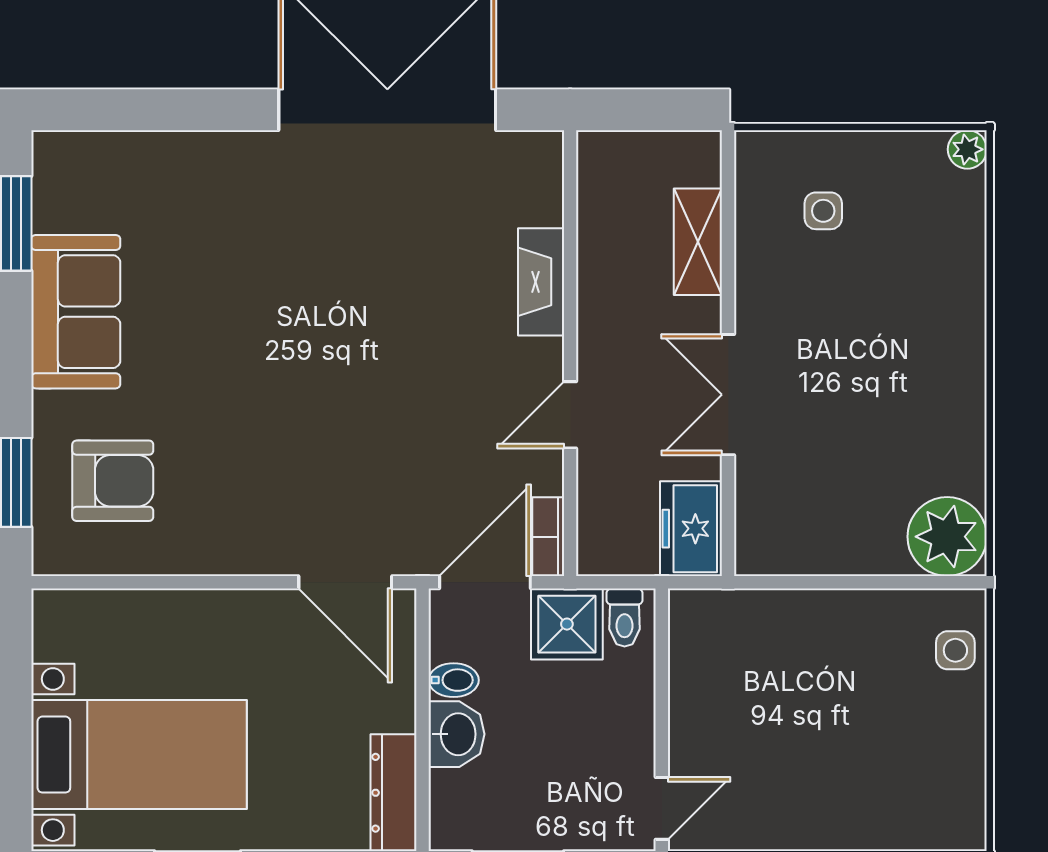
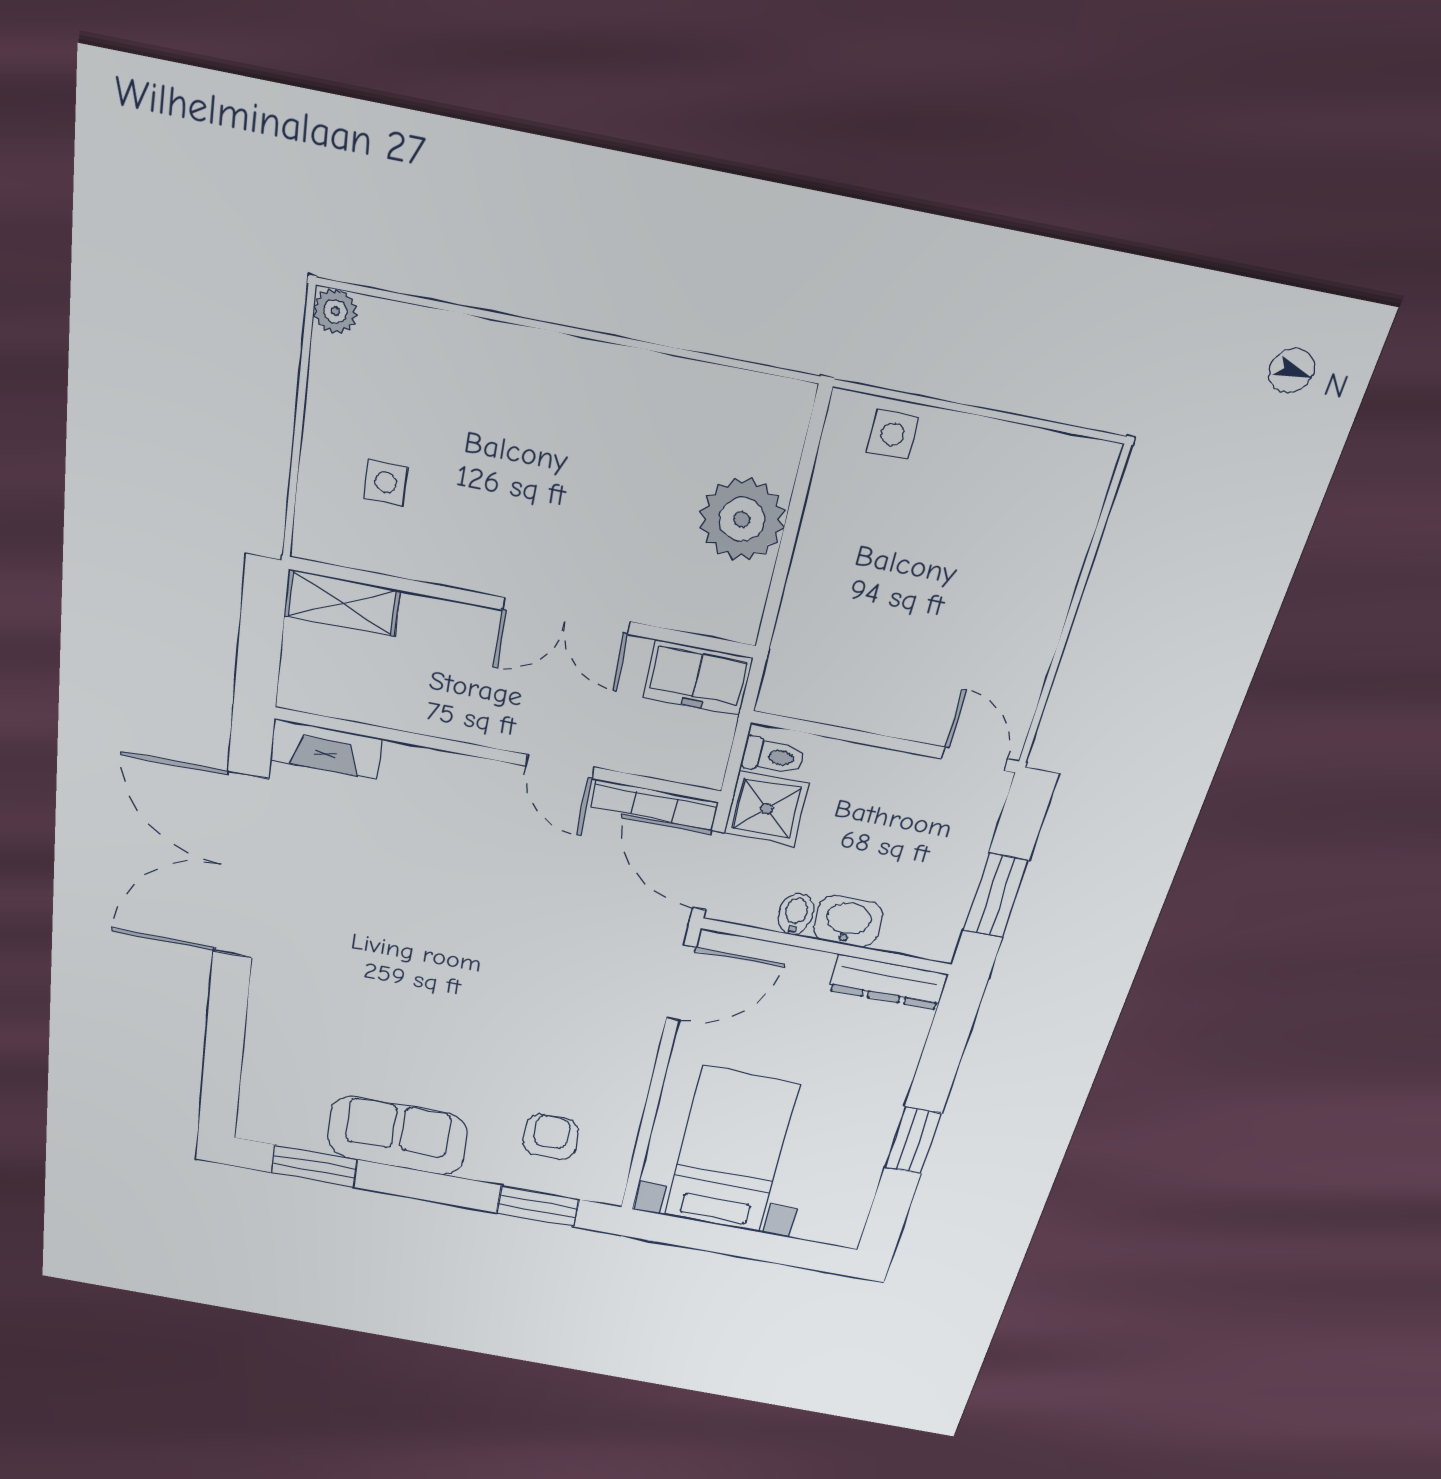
shelving: (698, 242) -> (342, 603), moved
fireplace: (541, 282) -> (326, 749), moved
armchair: (113, 481) -> (551, 1137), width x0.72, depth x0.72
bookcase: (548, 537) -> (654, 804), width x1.56
plant: (947, 537) -> (742, 519), moved
bed with nightstands: (139, 755) -> (731, 1151), moved

